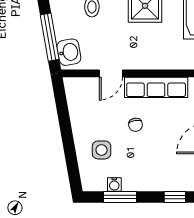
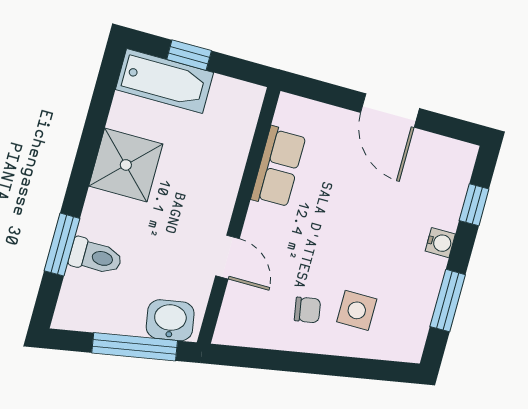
row of seats: (156, 87) -> (278, 167), width x0.68
chair: (136, 125) -> (307, 310), moved
water cooler: (114, 184) -> (440, 243), moved

